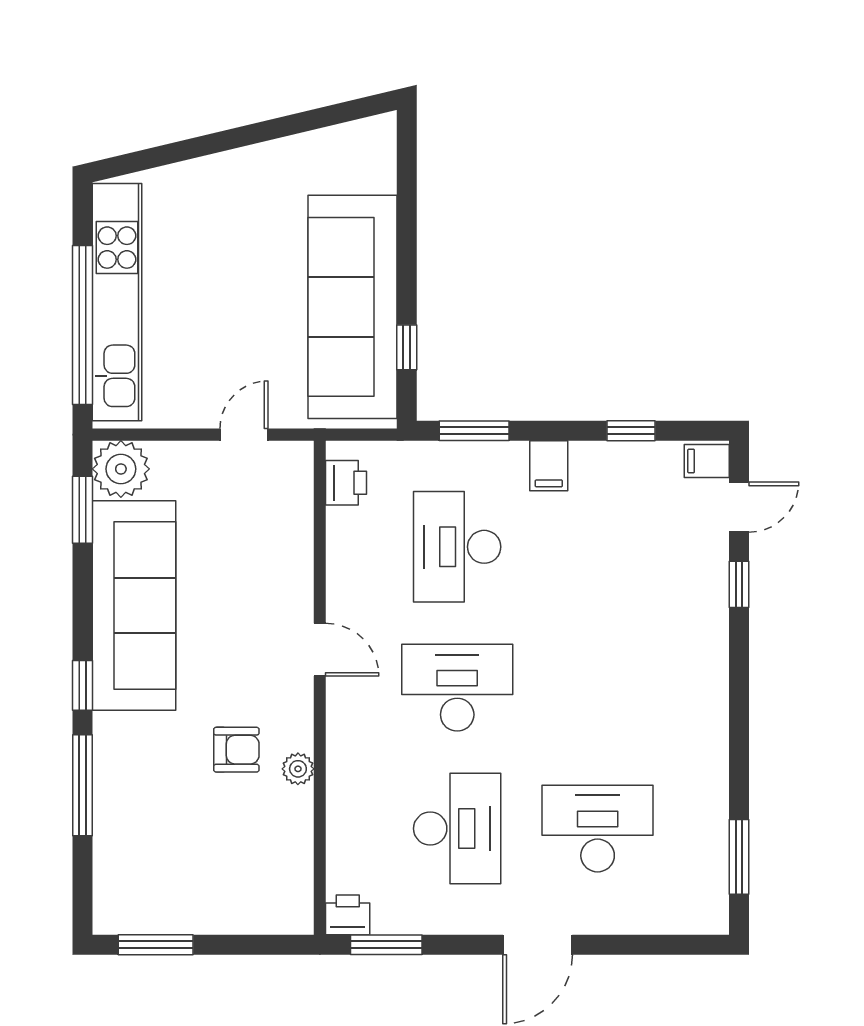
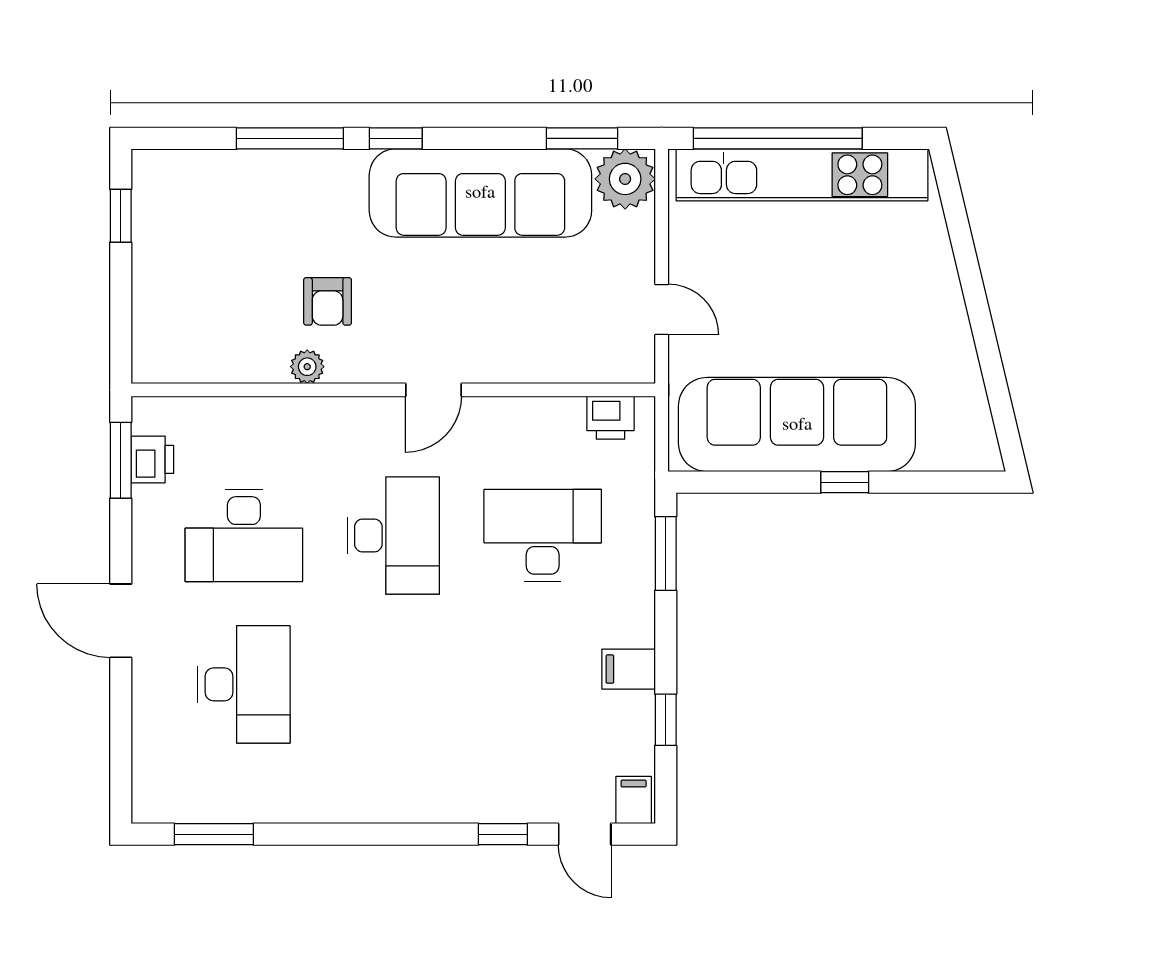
window: (407, 347) -> (845, 482), moved
filing cabinet: (549, 466) -> (629, 669), moved
printer: (348, 915) -> (152, 459), moved
window: (156, 945) -> (121, 216), width x0.67

